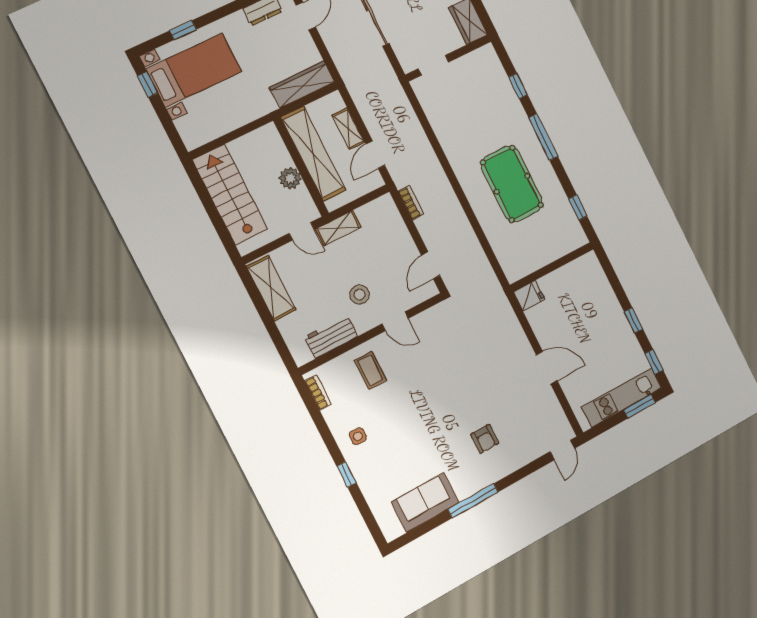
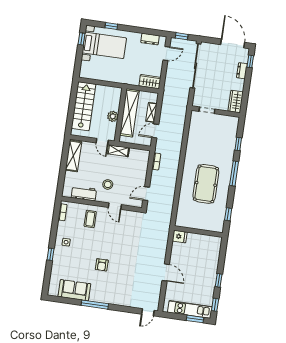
wardrobe: (302, 84) -> (150, 82), width x0.67
armchair: (485, 439) -> (102, 265), moved

